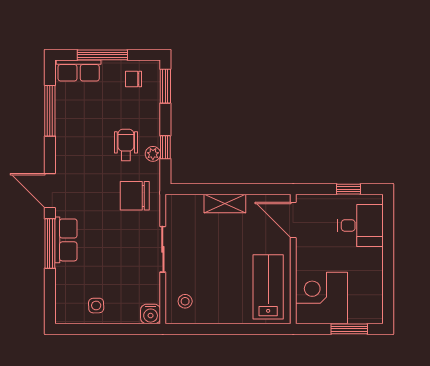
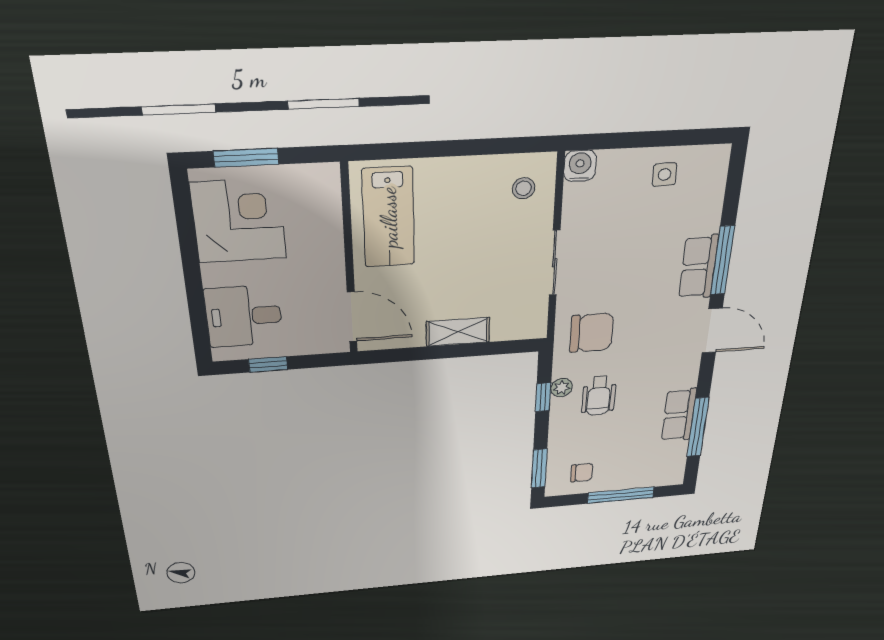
row of seats: (79, 70) -> (679, 415), moved, turned -90
corner desk: (322, 298) -> (239, 221), moved, turned -90

